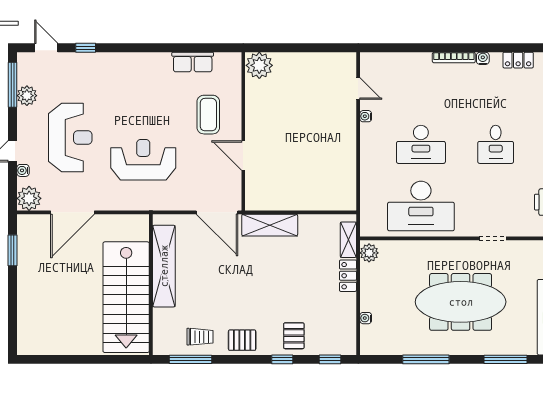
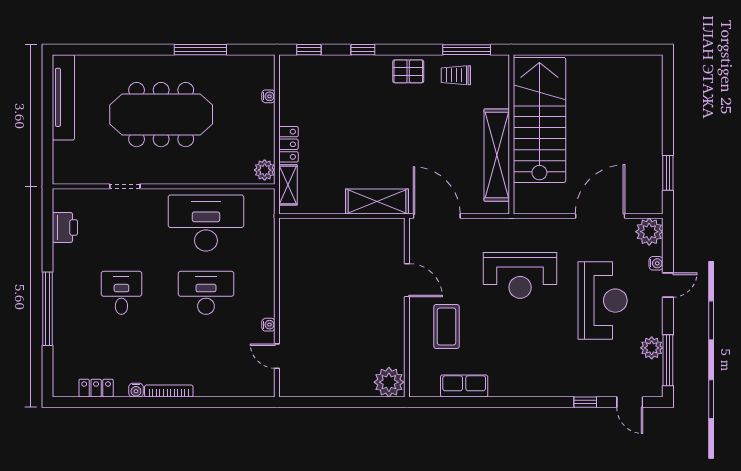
reception desk: (70, 138) -> (603, 301), turned 180
pallet: (294, 336) -> (350, 76), removed
window: (505, 359) -> (110, 50), removed

